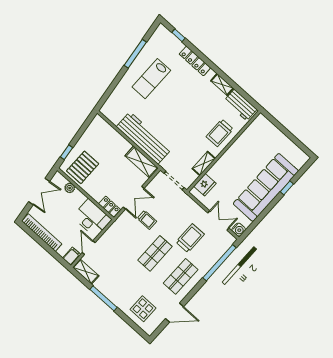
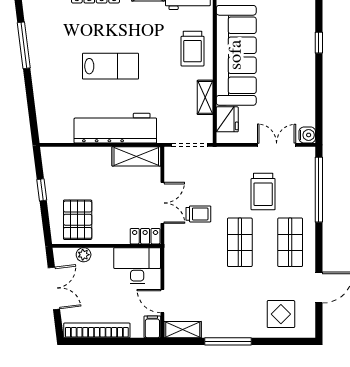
lab bench: (151, 79) -> (110, 66), moved, turned -90
window: (66, 152) -> (42, 190), moved
sofa: (266, 187) -> (236, 55), moved, turned 180
trolley: (190, 238) -> (263, 192), turned 180

